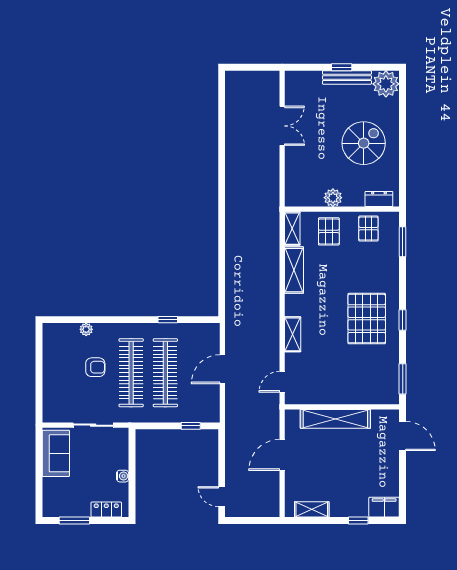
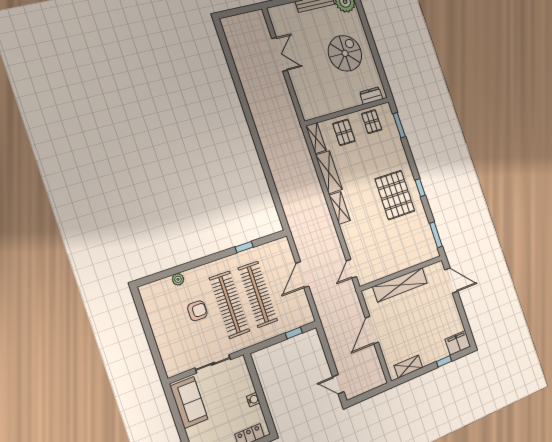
plant: (333, 198) -> (338, 104), removed
shelving: (293, 334) -> (340, 208), moved

